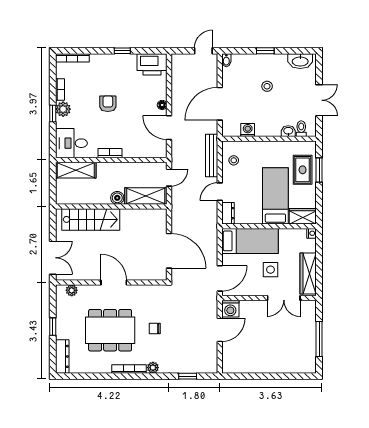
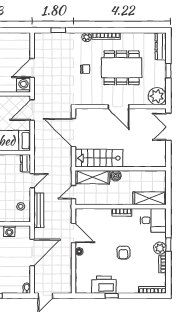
printer: (152, 64) -> (104, 285), moved
stairs: (91, 219) -> (99, 158), moved
plant: (72, 290) -> (157, 96), width x1.88, depth x1.88

